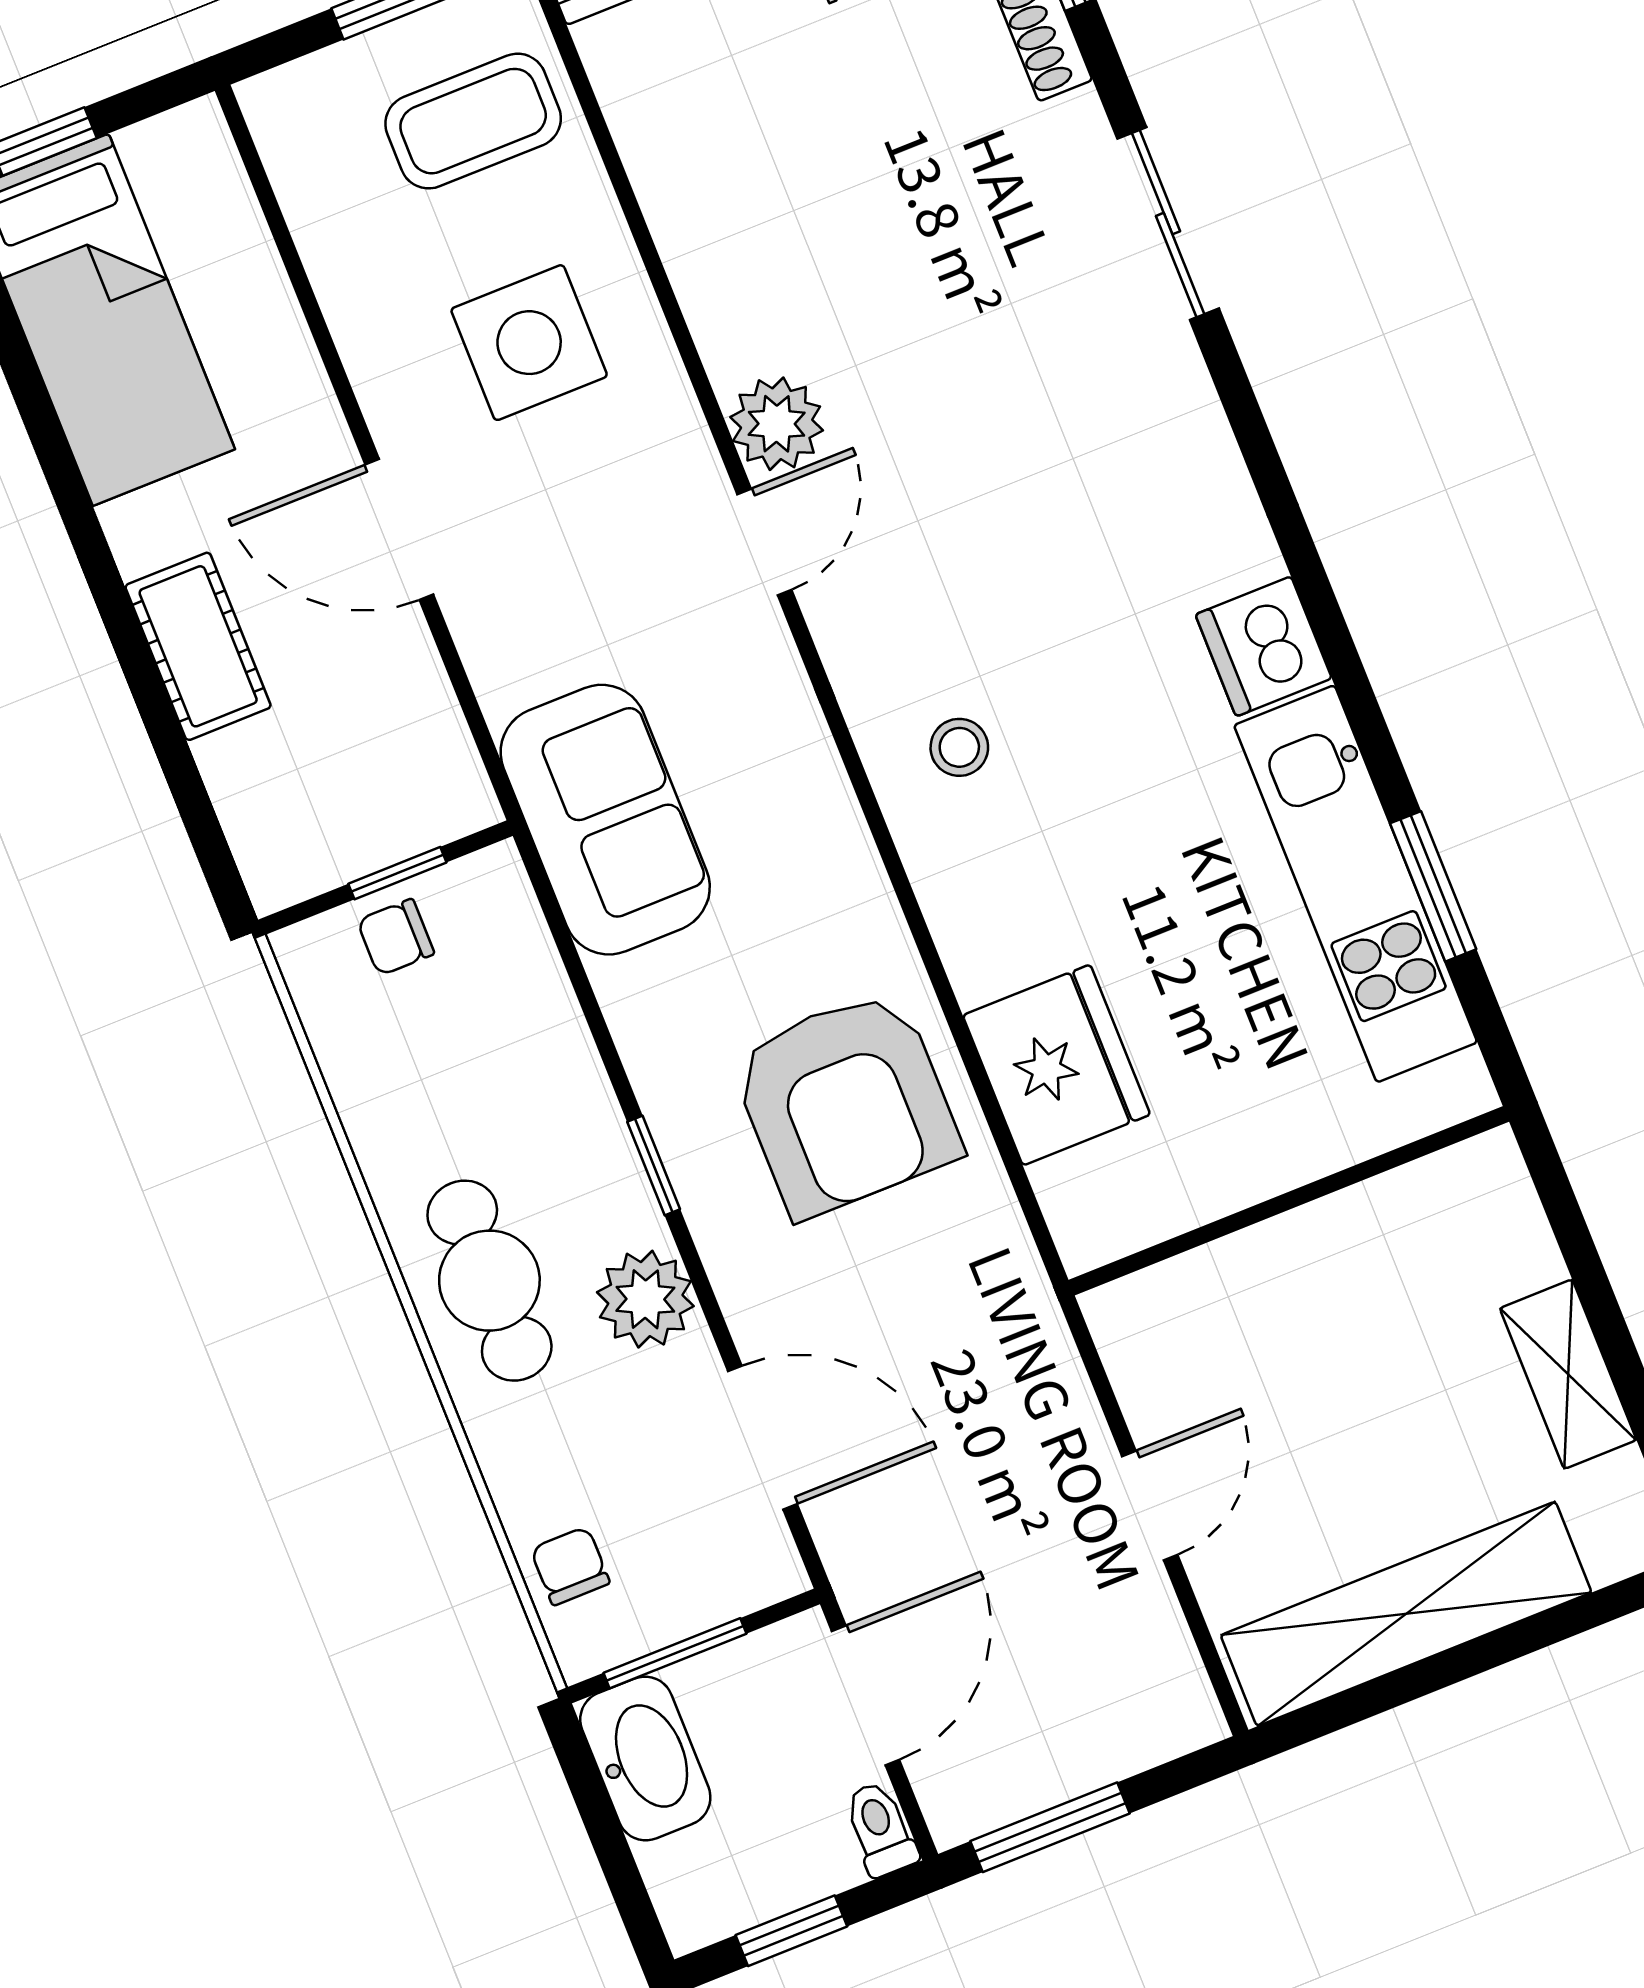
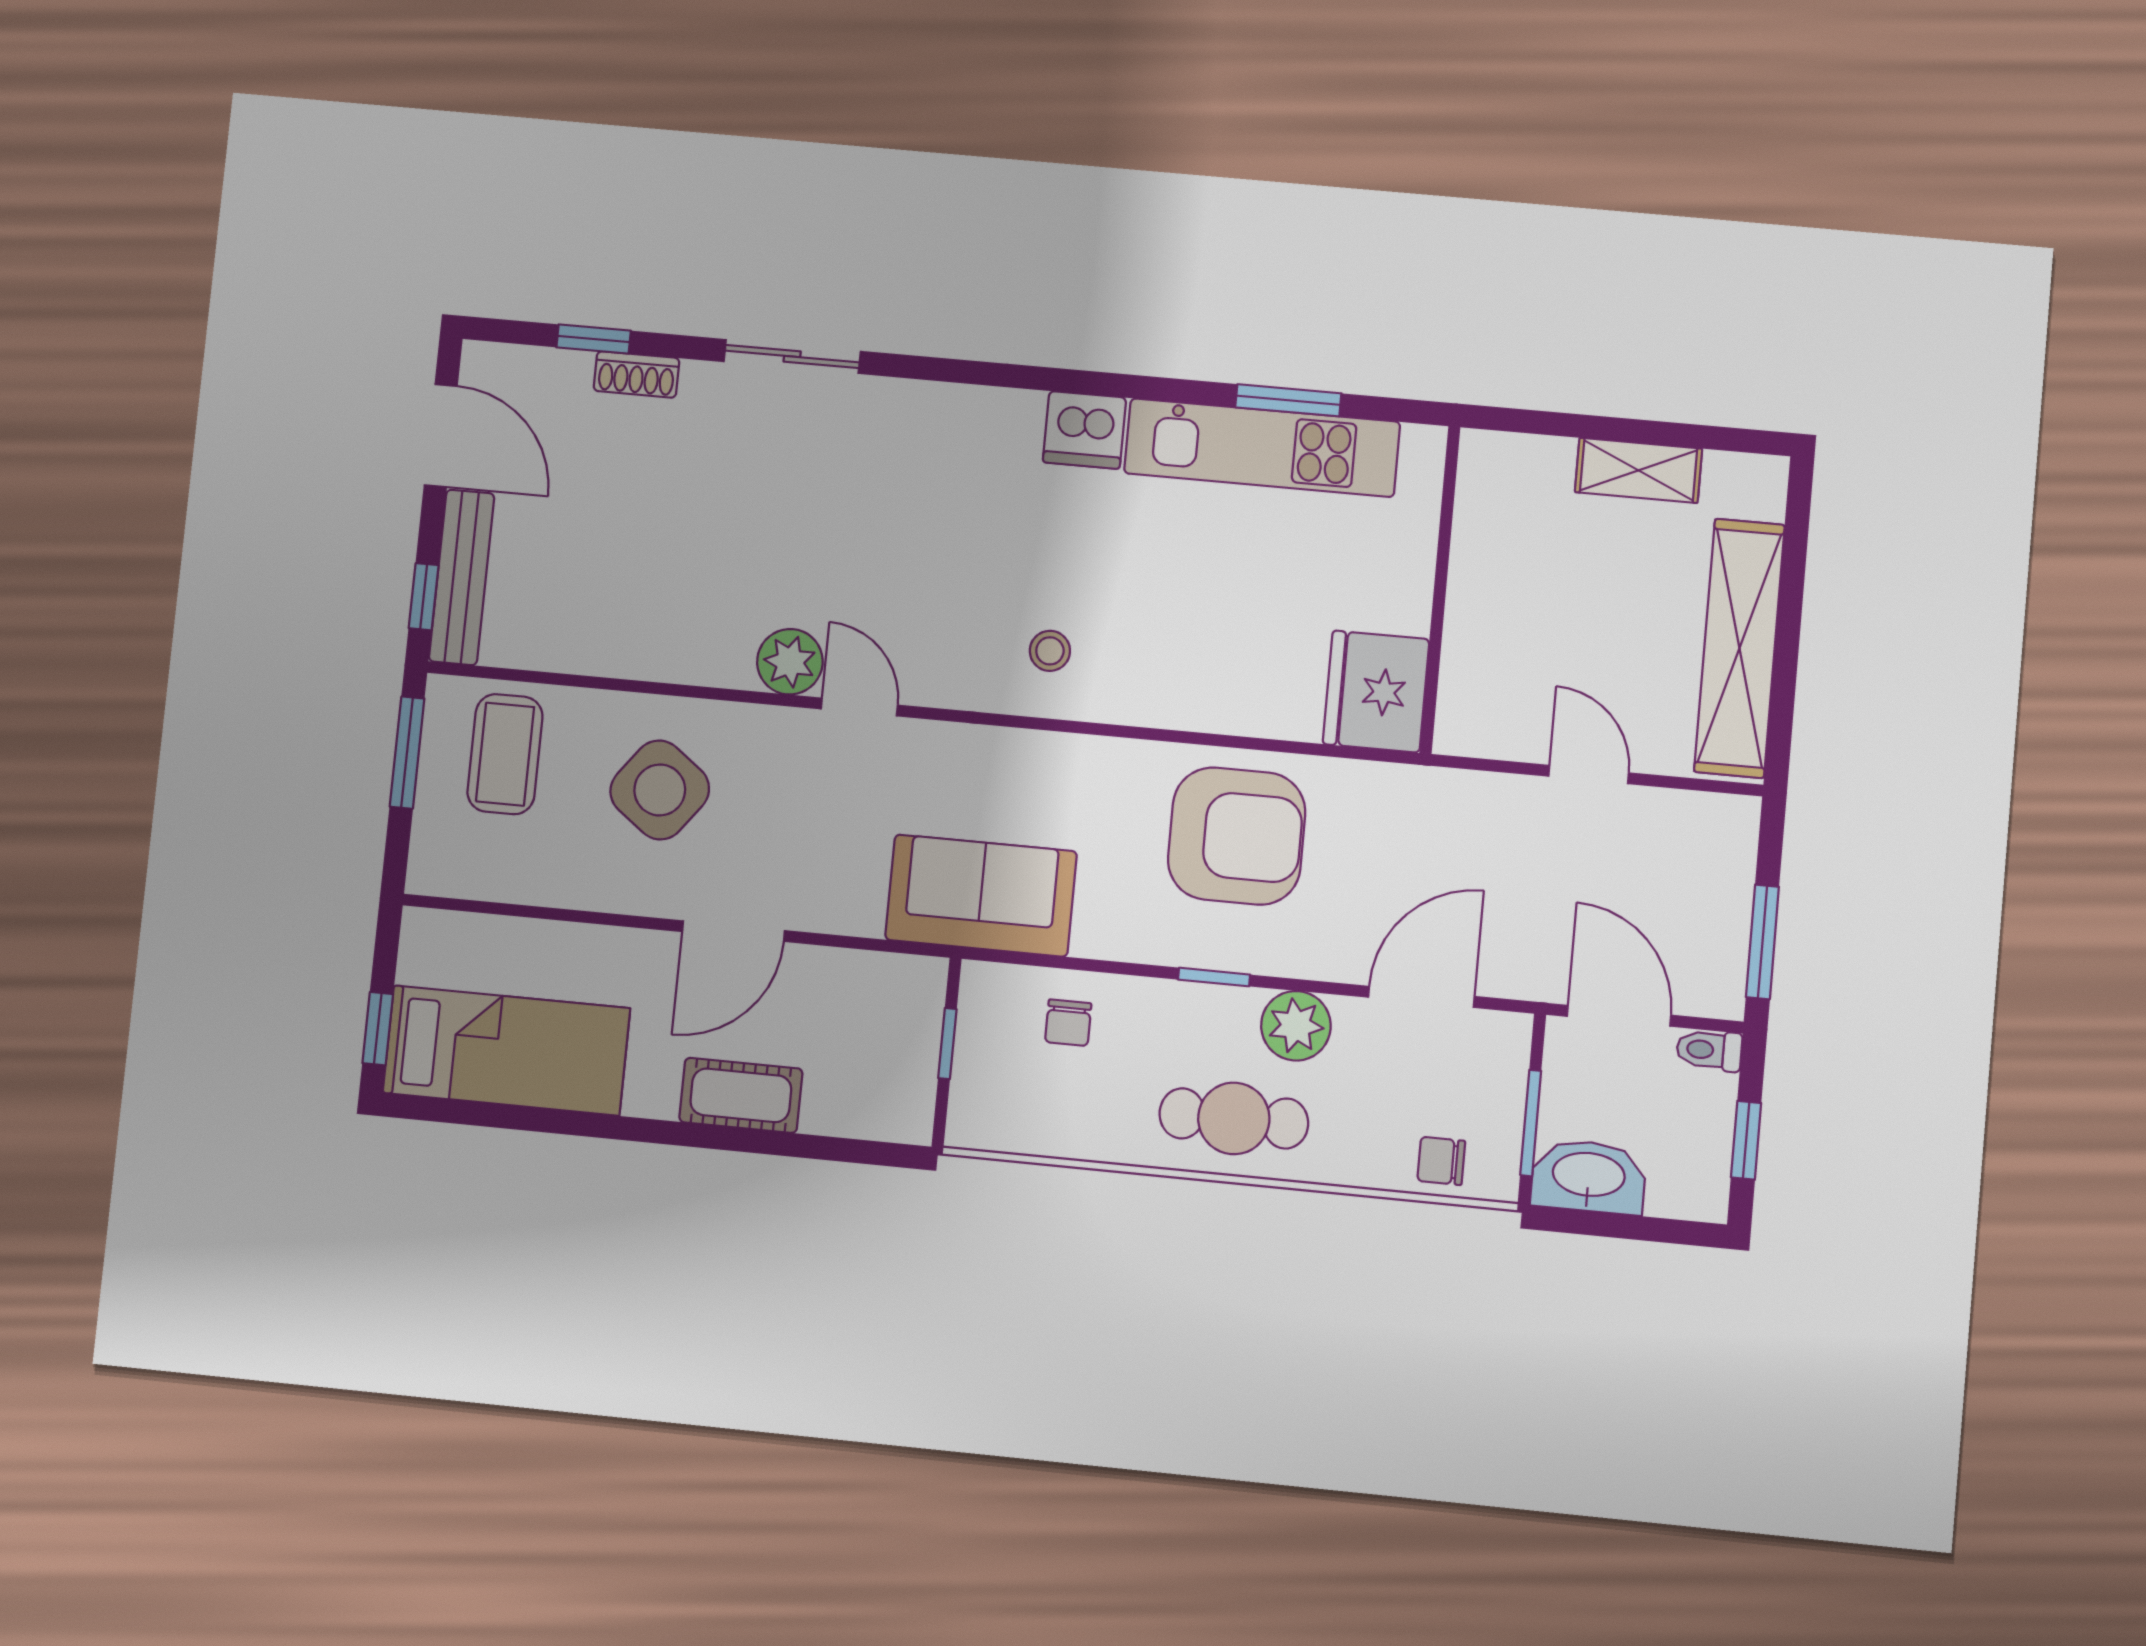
side table: (529, 343) -> (660, 790), turned 37
chair: (396, 937) -> (1068, 1023), moved
fridge: (1057, 1065) -> (1376, 692), moved, turned -90

